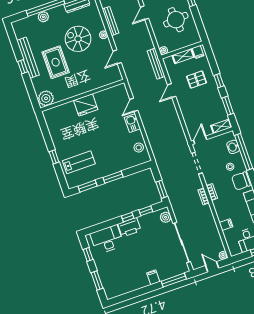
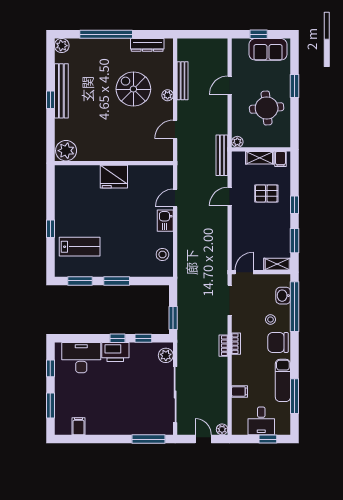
plant: (43, 17) -> (62, 46), moved
rug: (56, 62) -> (94, 109), removed
filing cabinet: (153, 277) -> (78, 426), moved

